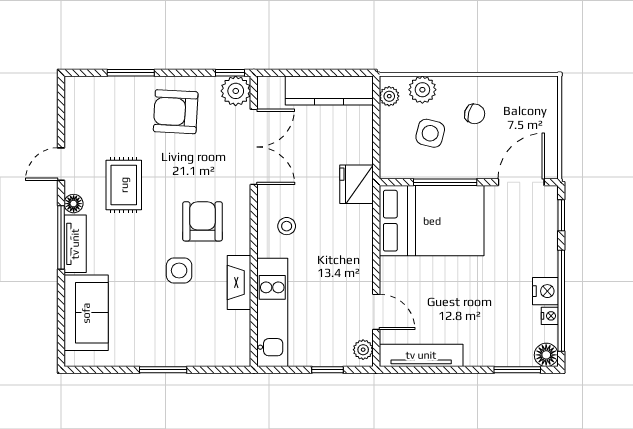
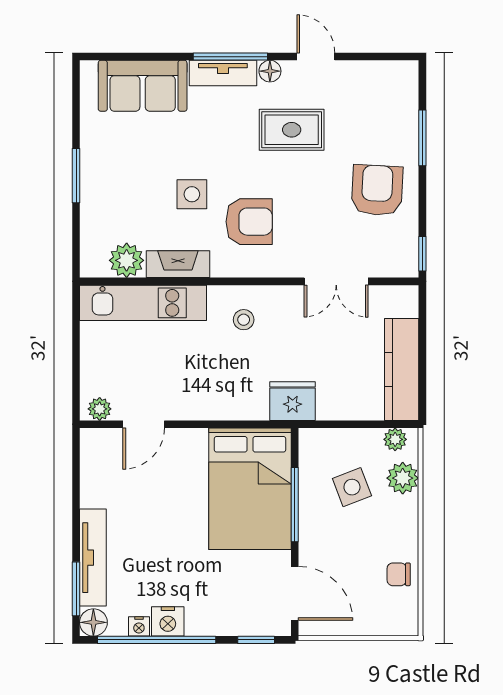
plant: (236, 91) -> (127, 260), moved
chair: (475, 114) -> (399, 574), moved, turned 73
side table: (430, 133) -> (352, 487), turned -35
double door: (254, 147) -> (336, 281), width x0.73
tv unit: (421, 355) -> (93, 558), moved
window: (327, 370) -> (76, 367), removed

